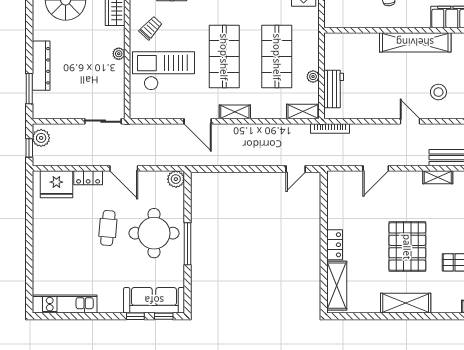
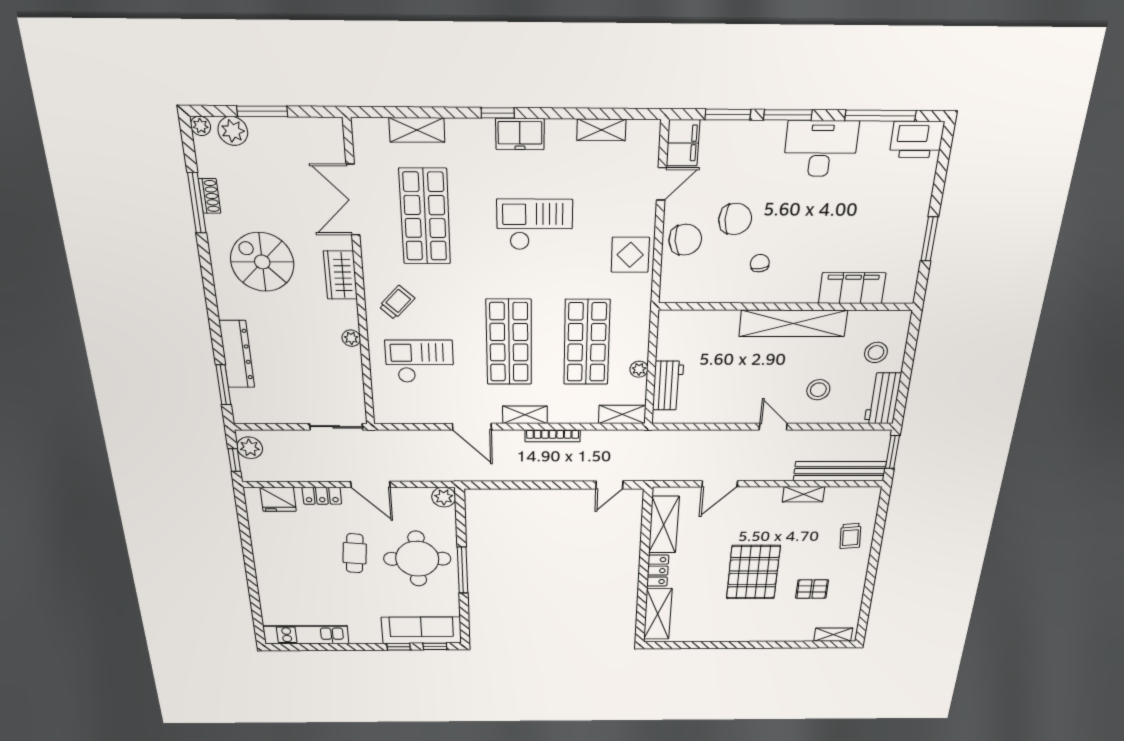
checkout: (164, 71) -> (419, 361), width x0.73, depth x0.83
bookcase: (330, 128) -> (553, 436), moved
fridge: (56, 184) -> (278, 499), width x0.73, depth x0.75
shelving: (406, 303) -> (664, 525), moved, turned 90

